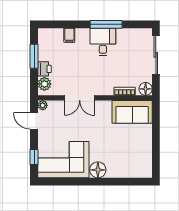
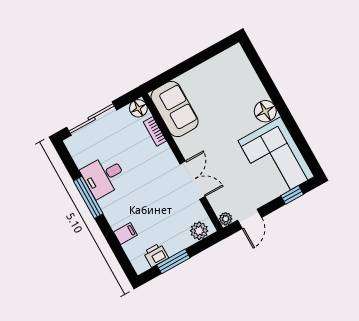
desk: (103, 42) -> (104, 176), moved
printer: (44, 69) -> (156, 255), moved

